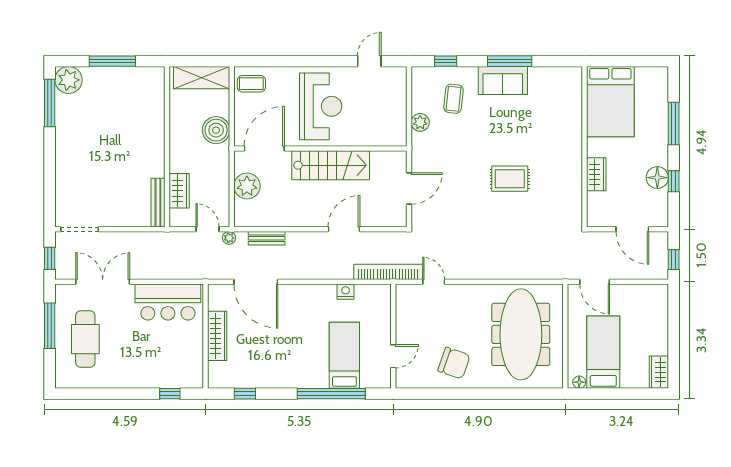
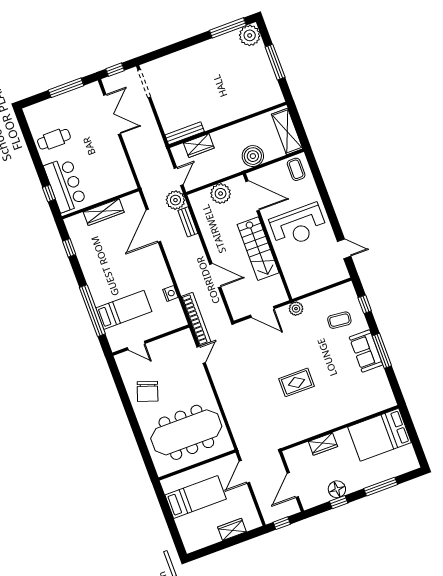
plant: (420, 122) -> (296, 309), moved
rug: (510, 179) -> (296, 382), turned 90
plant: (229, 238) -> (175, 200), width x1.87, depth x1.87
bar counter: (168, 302) -> (65, 185), moved, turned 180
cafe table: (85, 339) -> (54, 139), moved, width x0.73, depth x0.74
wardrobe: (659, 372) -> (232, 529), moved
floor lamp: (579, 382) -> (167, 488), removed

